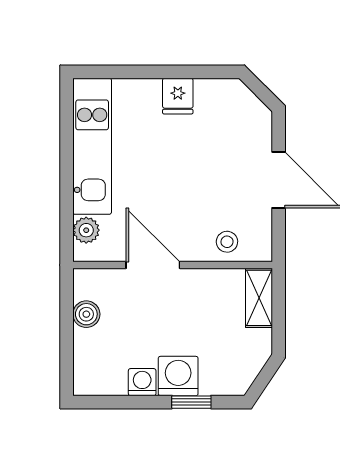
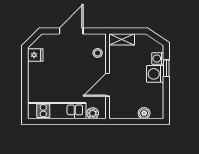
fridge: (178, 96) -> (35, 55), moved
boiler: (86, 314) -> (144, 113), moved
washing machine: (142, 382) -> (158, 59), moved

